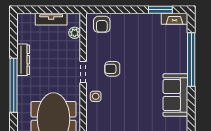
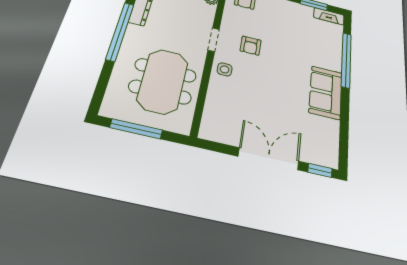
armchair: (112, 69) -> (251, 46), turned -90

